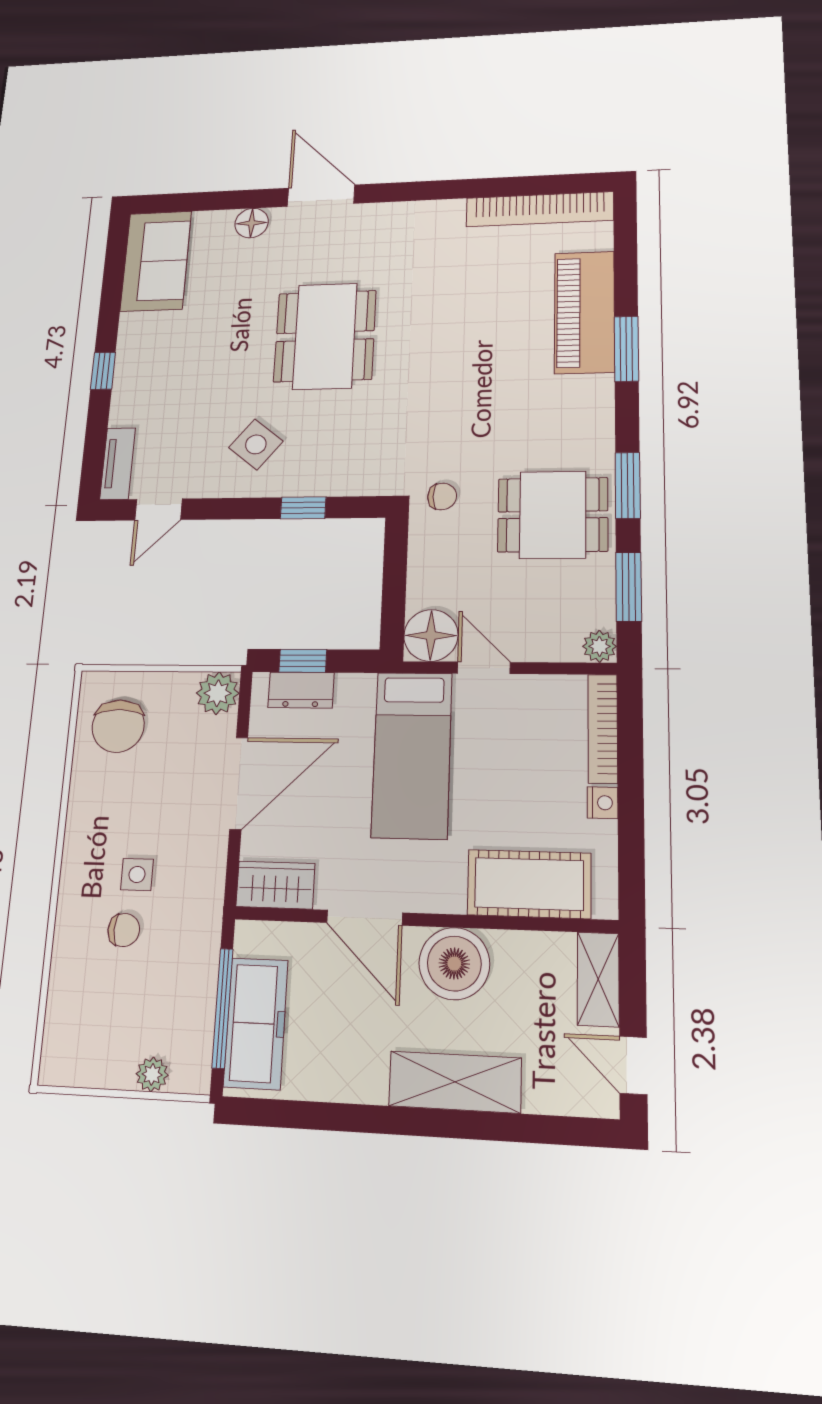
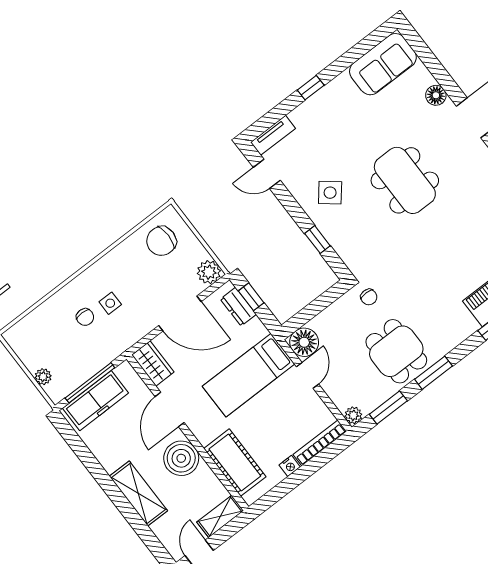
dining table: (325, 336) -> (405, 180), turned 90

